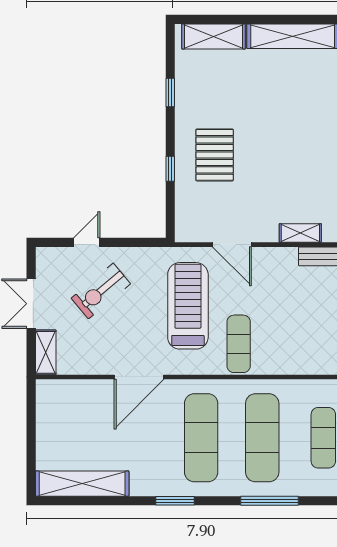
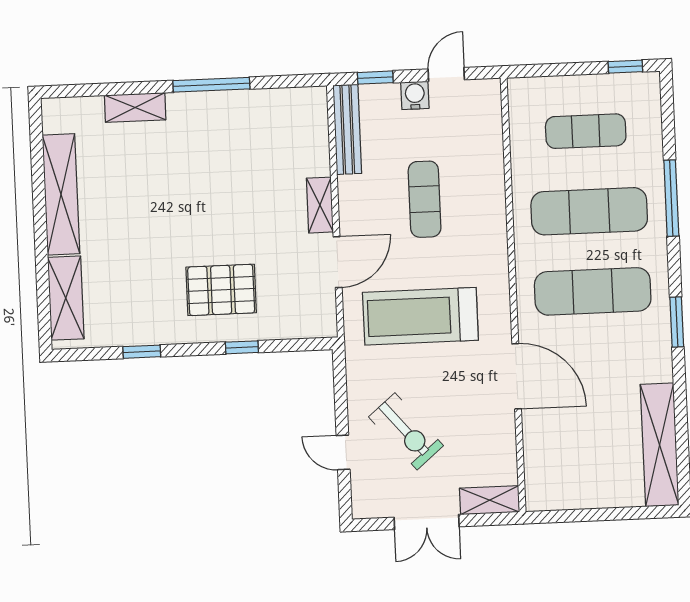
shelving: (300, 233) -> (320, 205), moved
exercise mat: (239, 344) -> (425, 199), moved, turned 90

